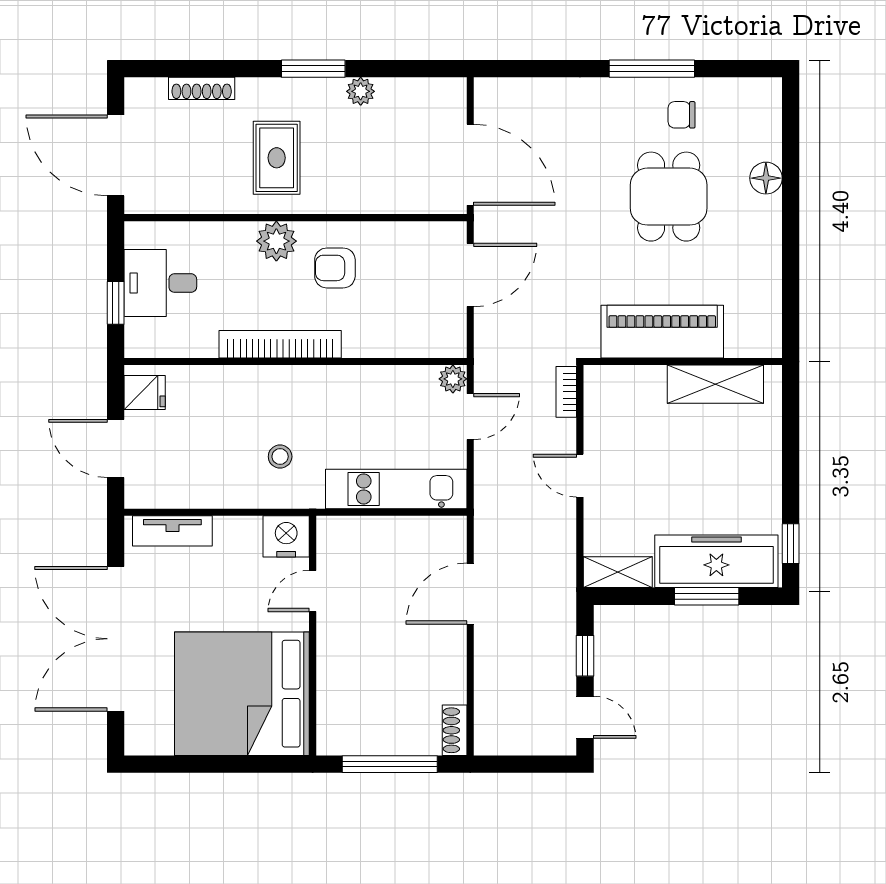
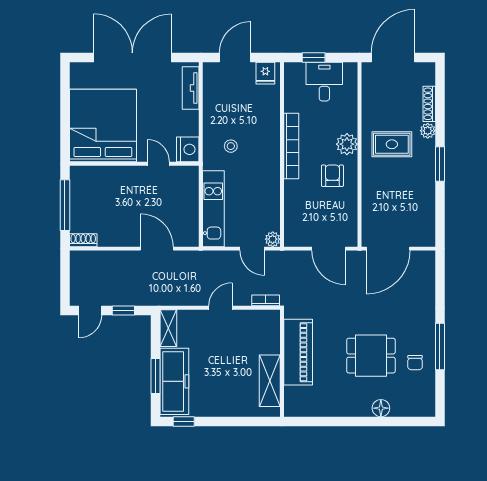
plant: (361, 91) -> (428, 131), moved
chair: (682, 115) -> (415, 363), turned 180

